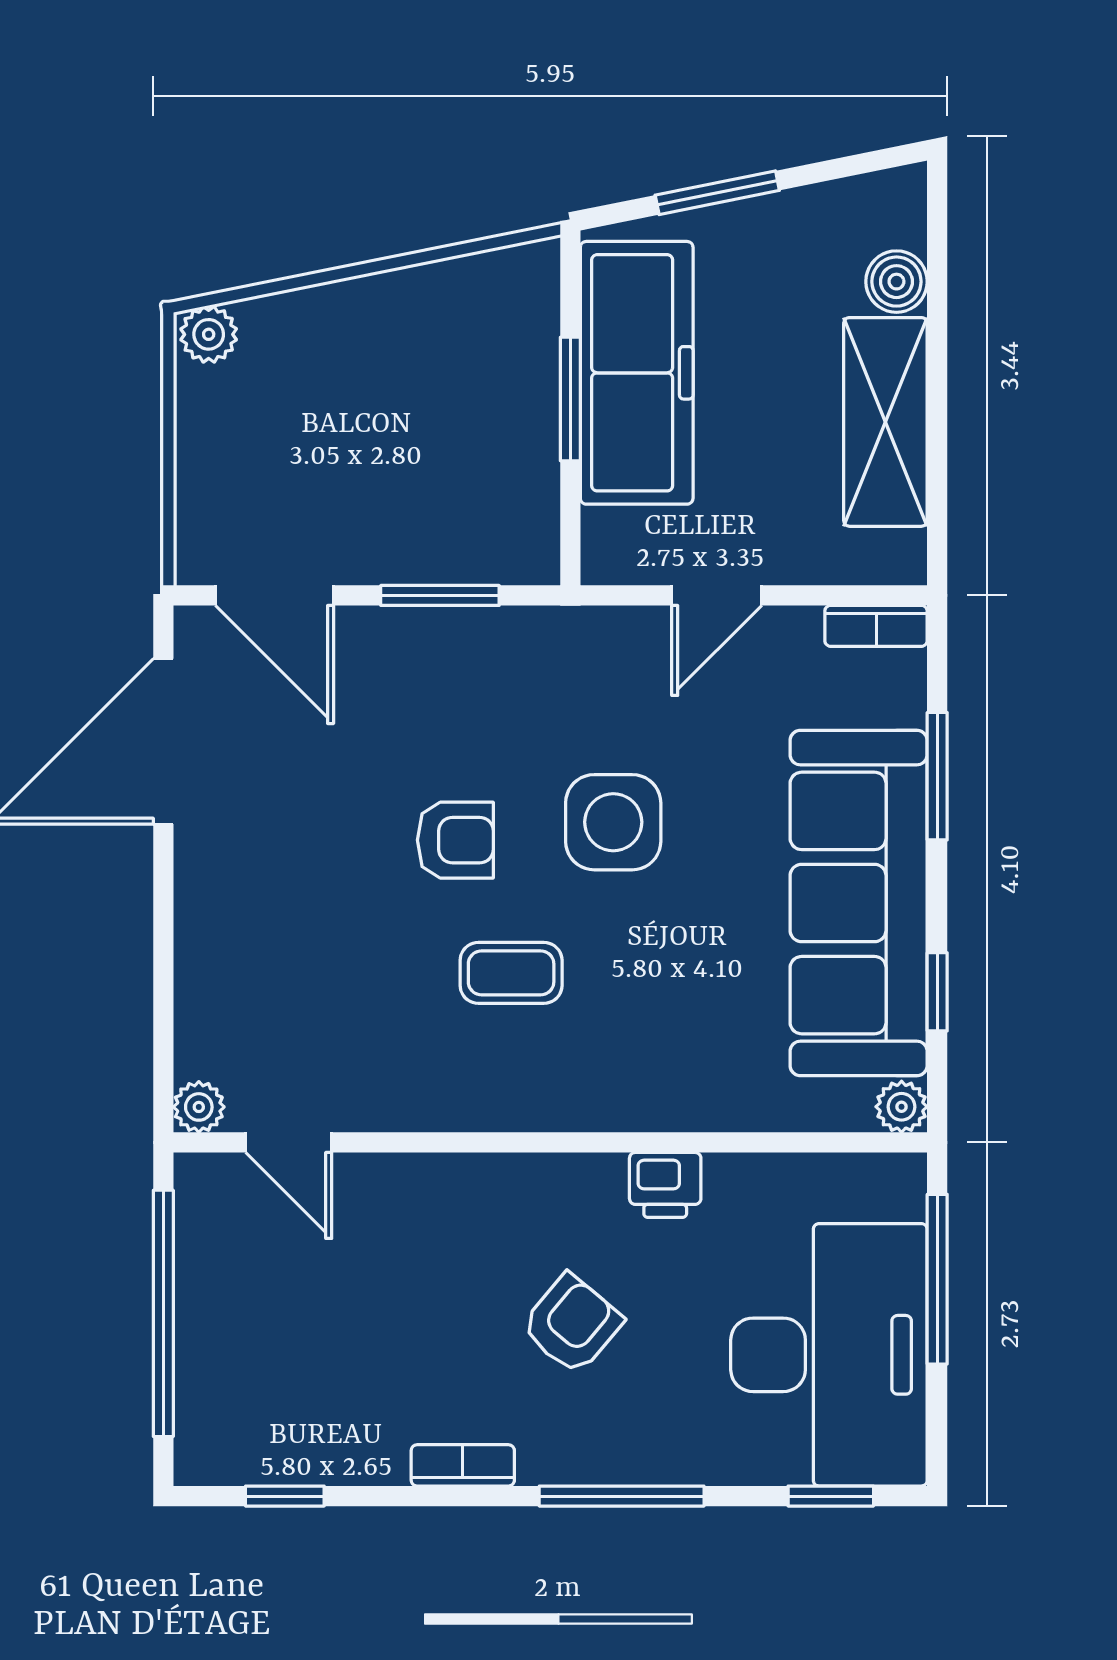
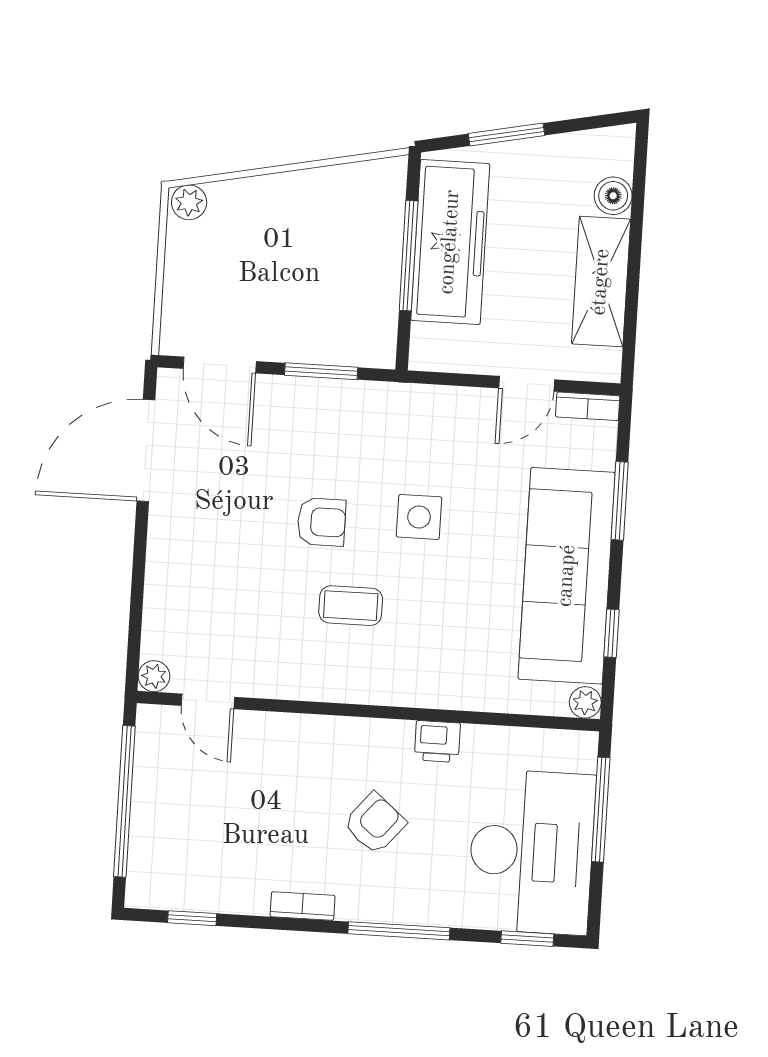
window: (570, 399) -> (409, 256), width x1.44
door: (717, 595) -> (527, 384), moved
side table: (613, 822) -> (419, 517), width x0.73, depth x0.73

